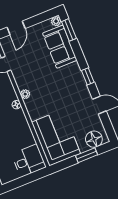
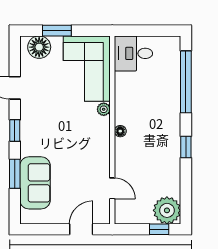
plant: (56, 21) -> (27, 217), removed
window: (69, 30) -> (15, 174), moved
plant: (25, 94) -> (104, 109), moved

